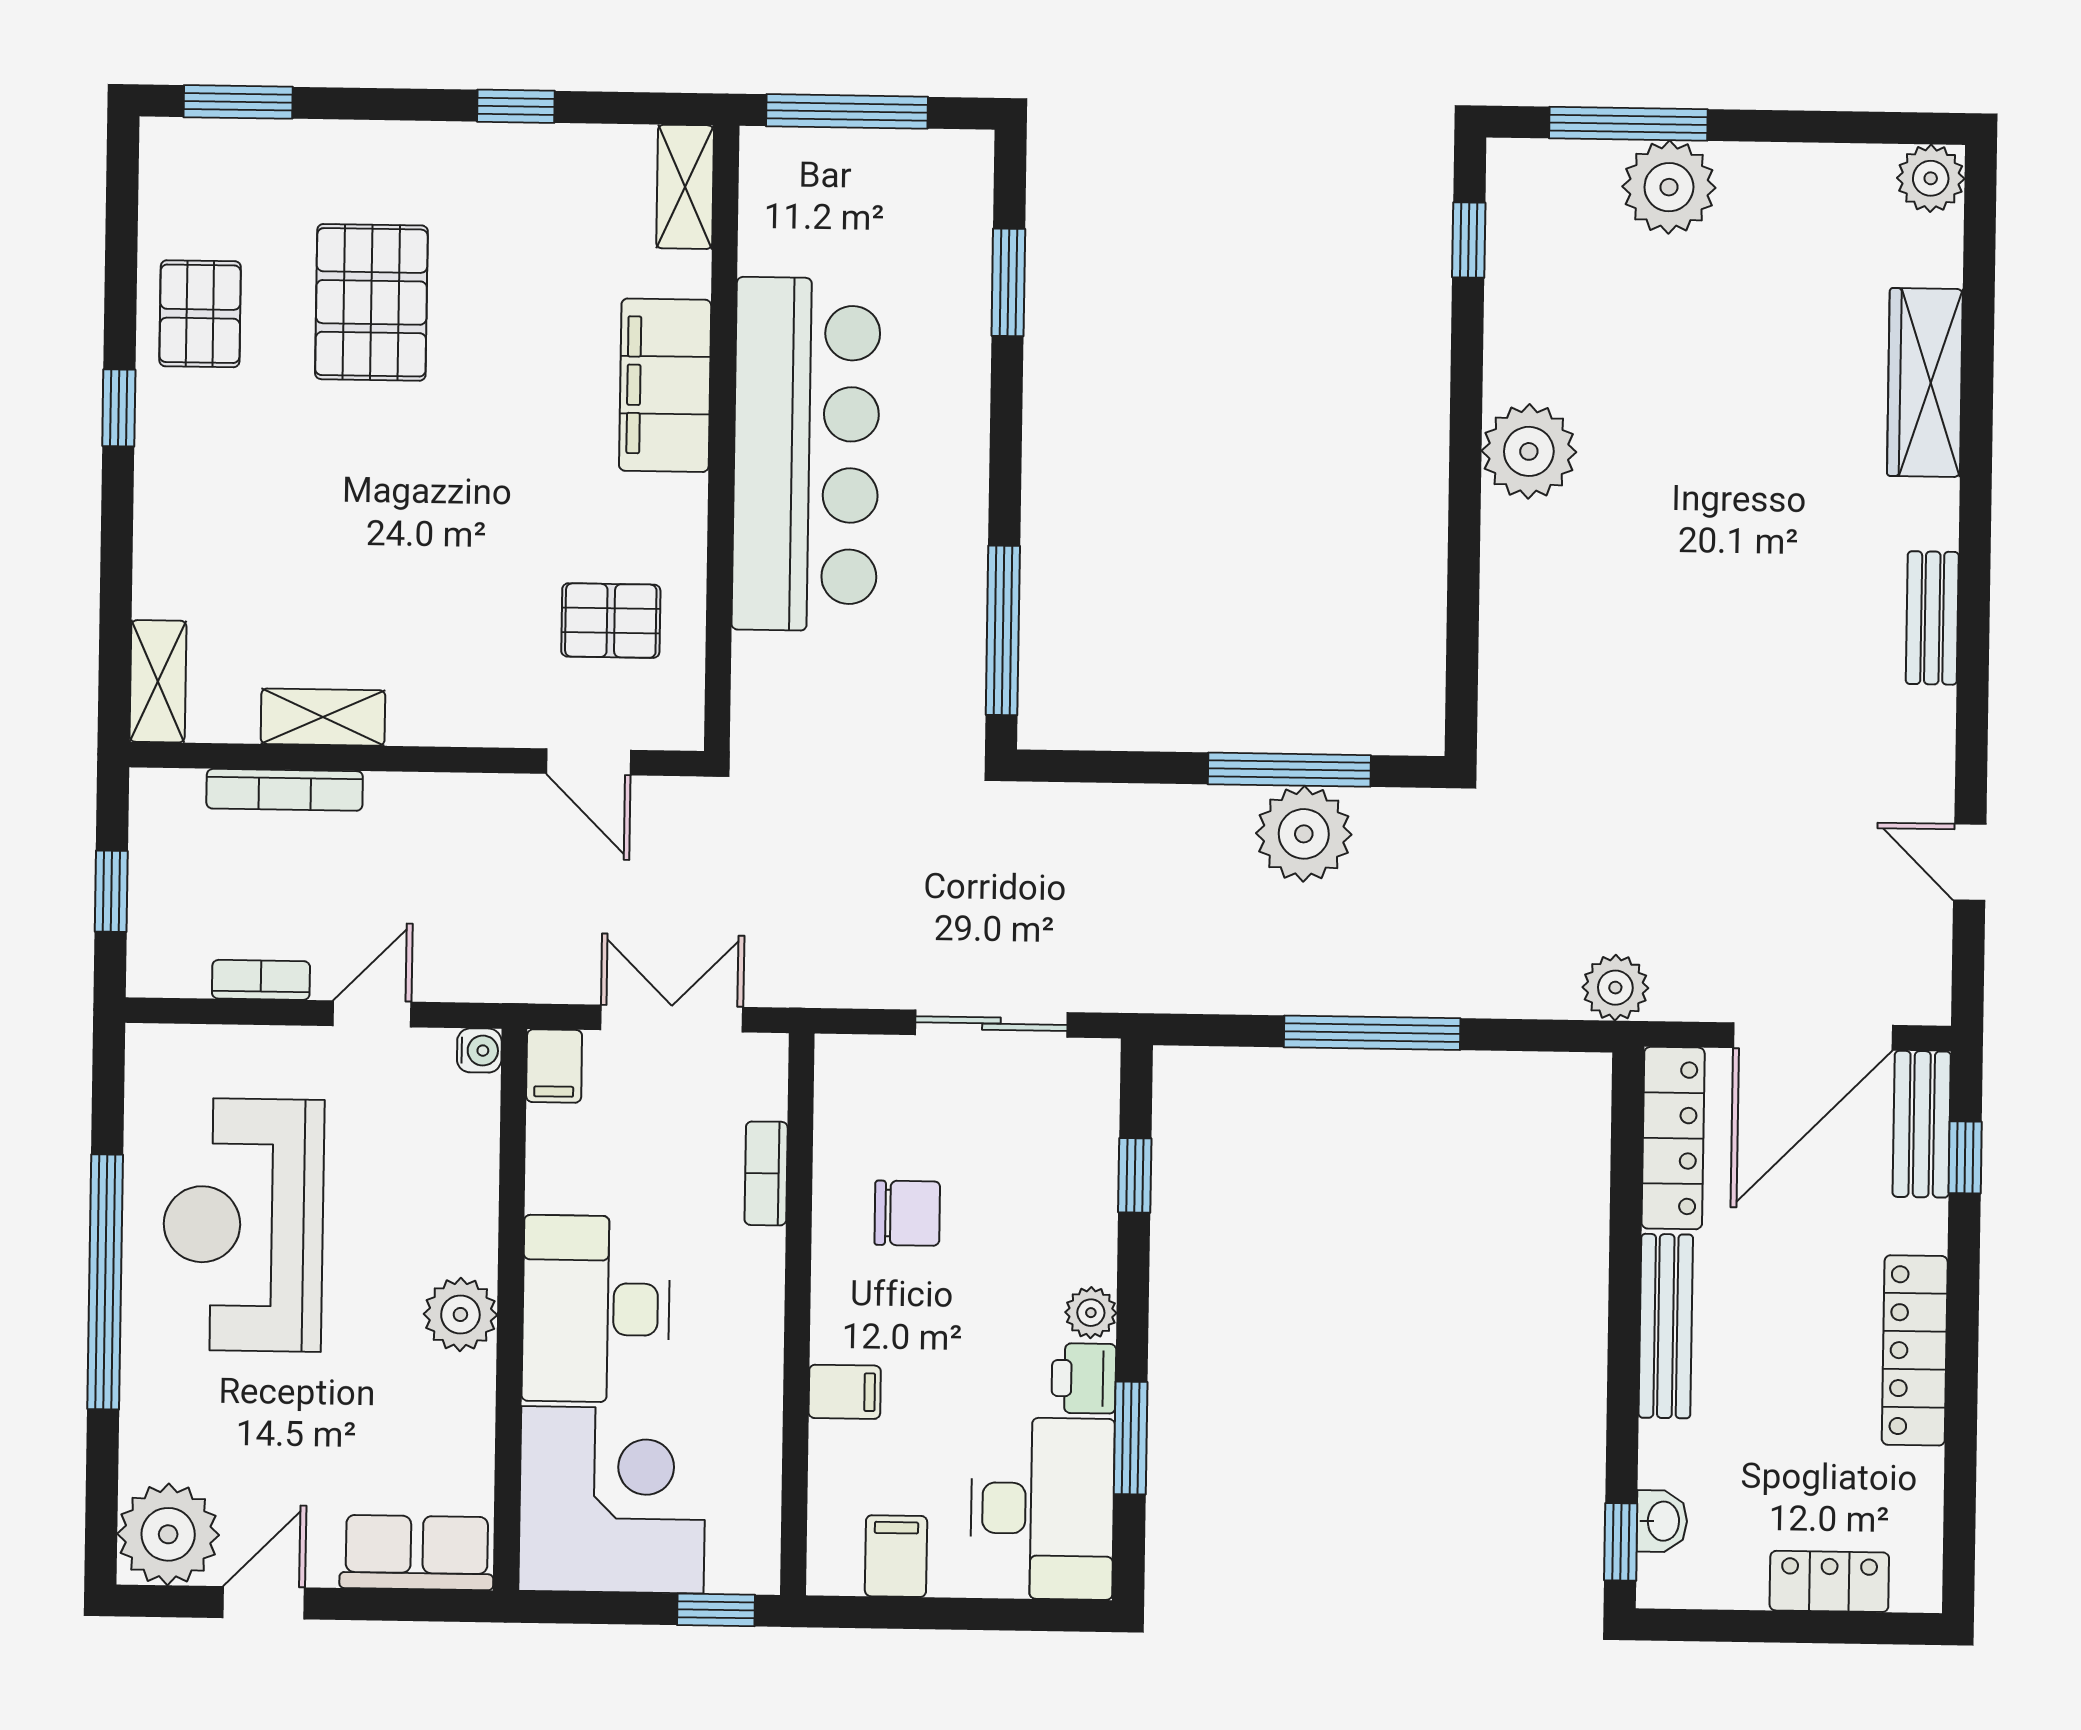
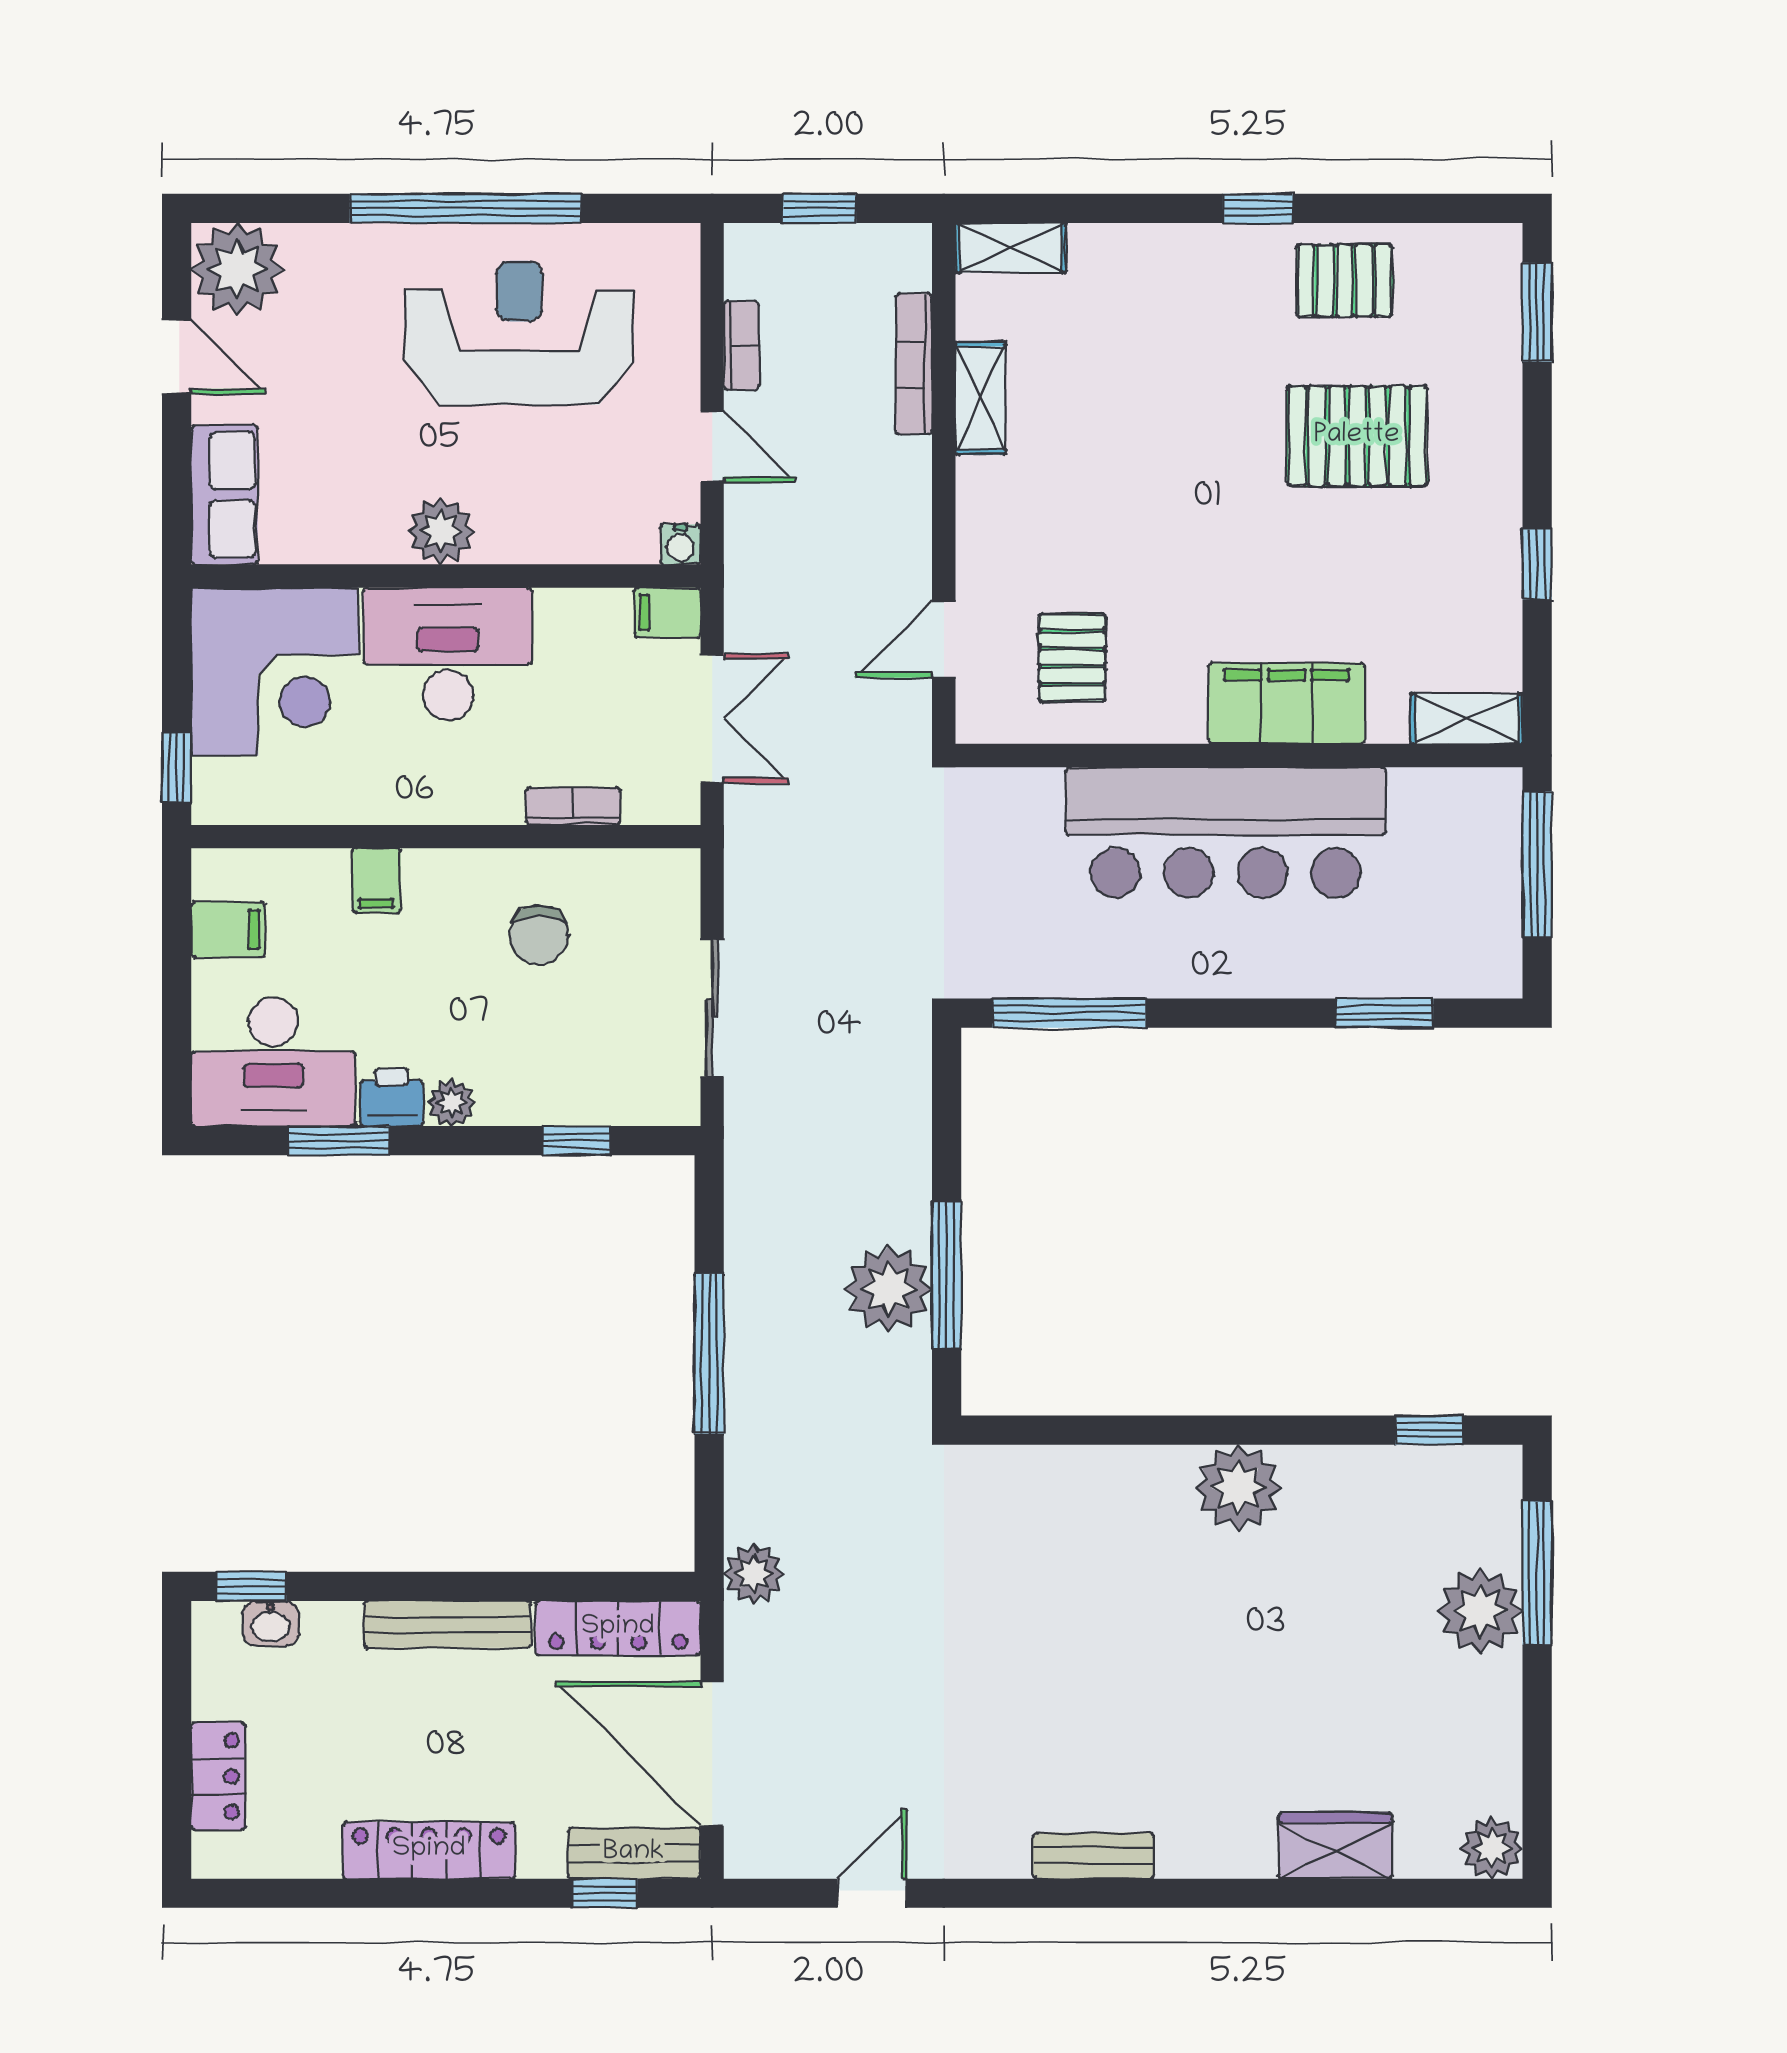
wardrobe: (1925, 382) -> (1335, 1846), width x0.67

